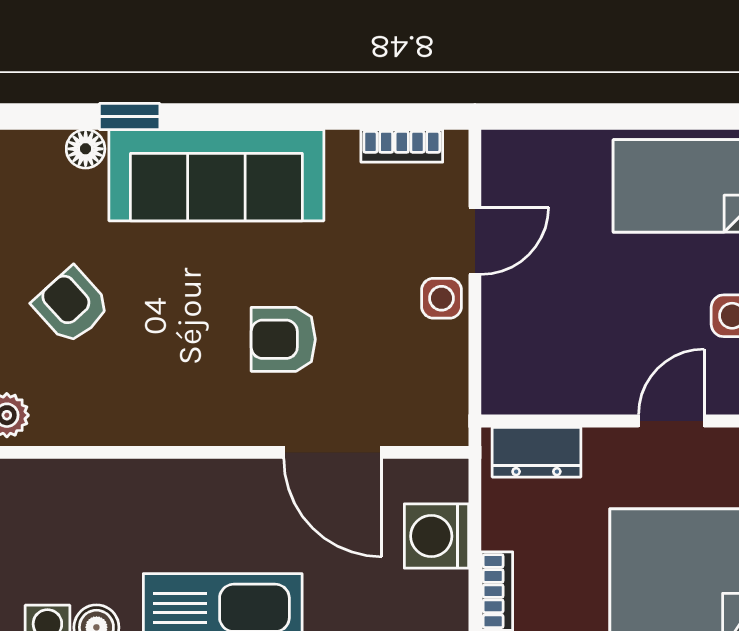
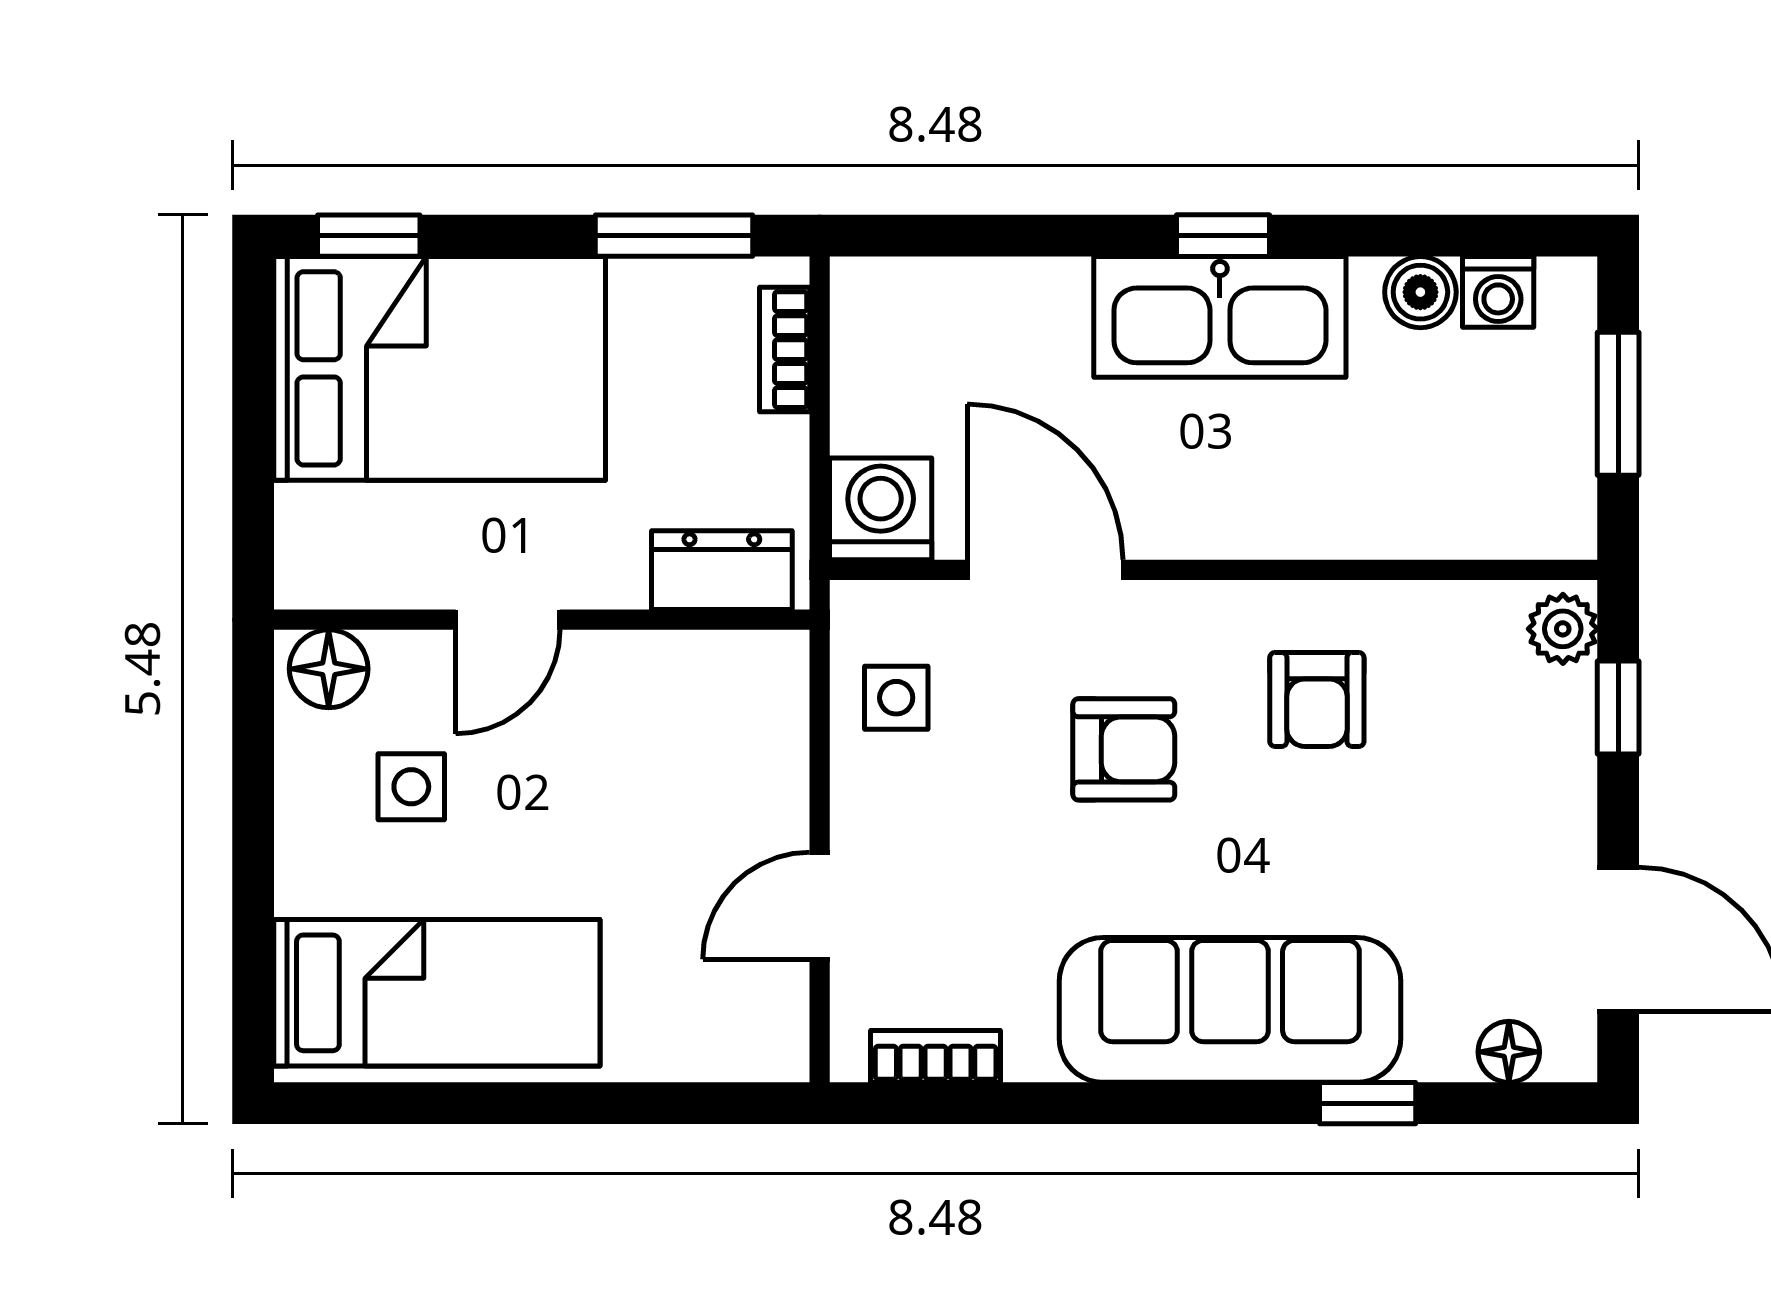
floor lamp: (86, 149) -> (1509, 1052), moved
side table: (441, 298) -> (896, 698), moved
armchair: (71, 306) -> (1317, 699), moved, turned 42
washing machine: (436, 536) -> (881, 509), moved, turned -90

